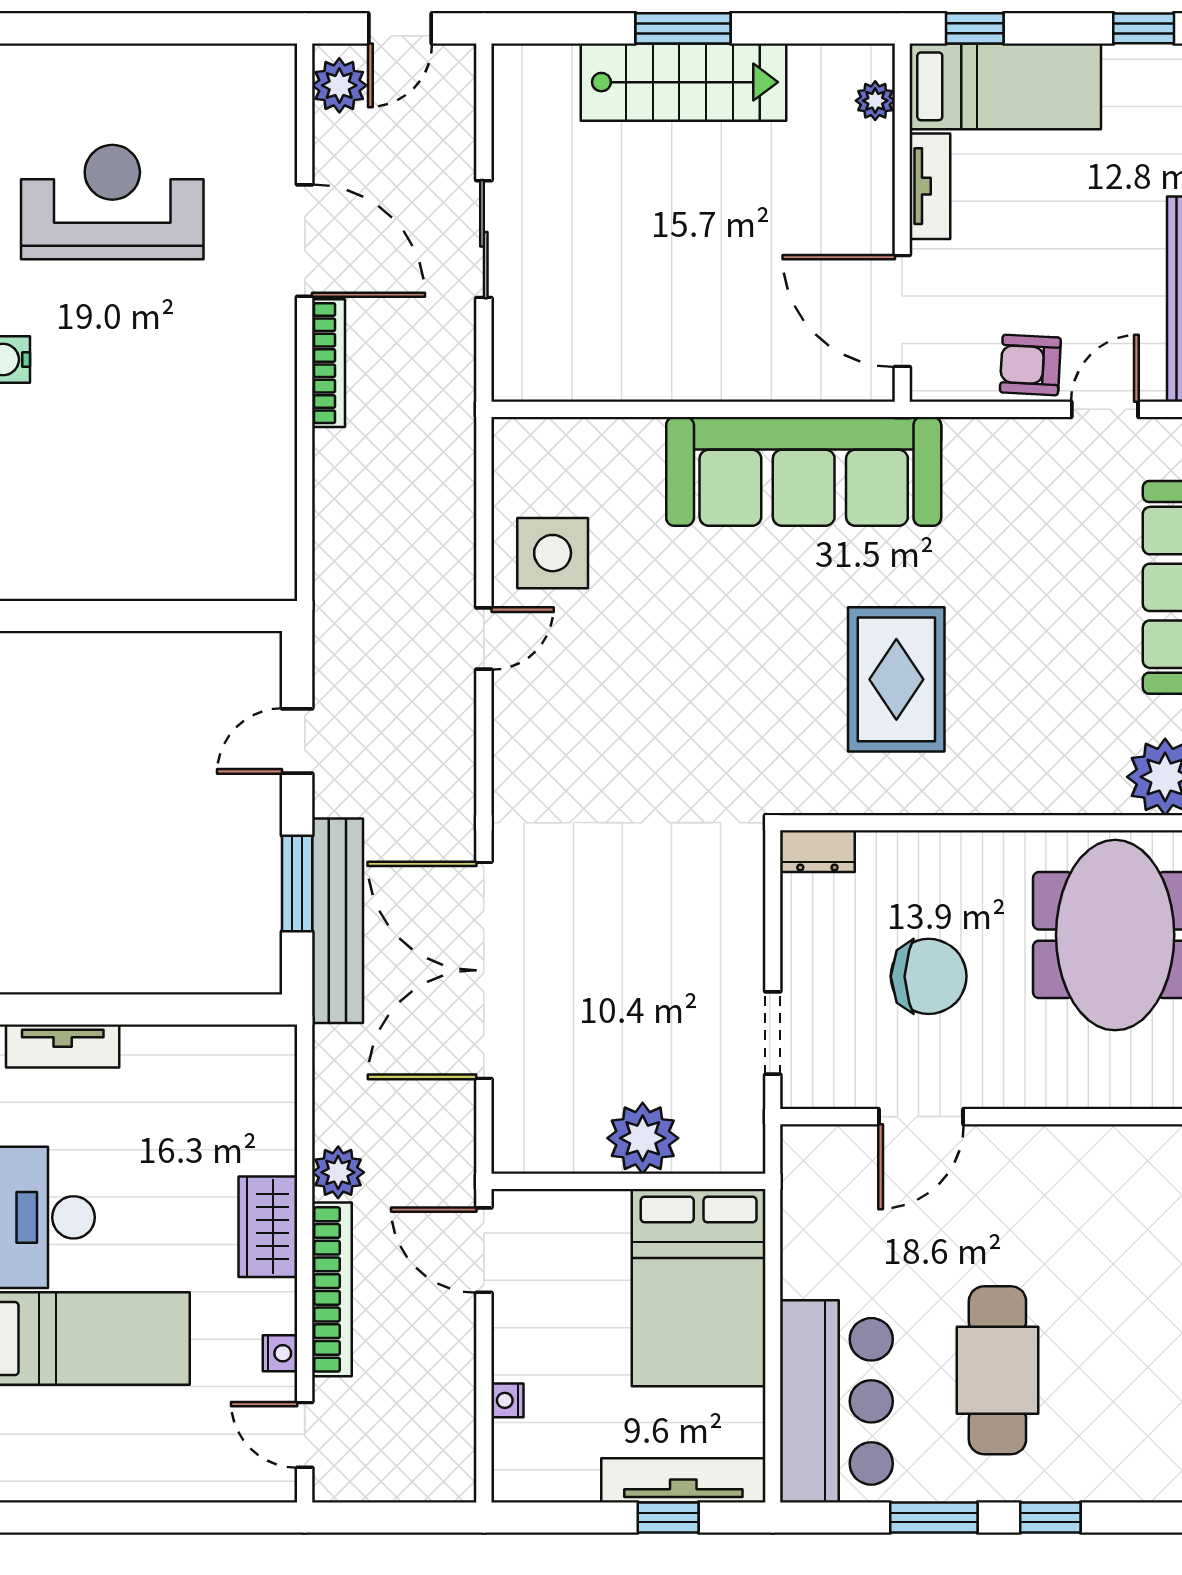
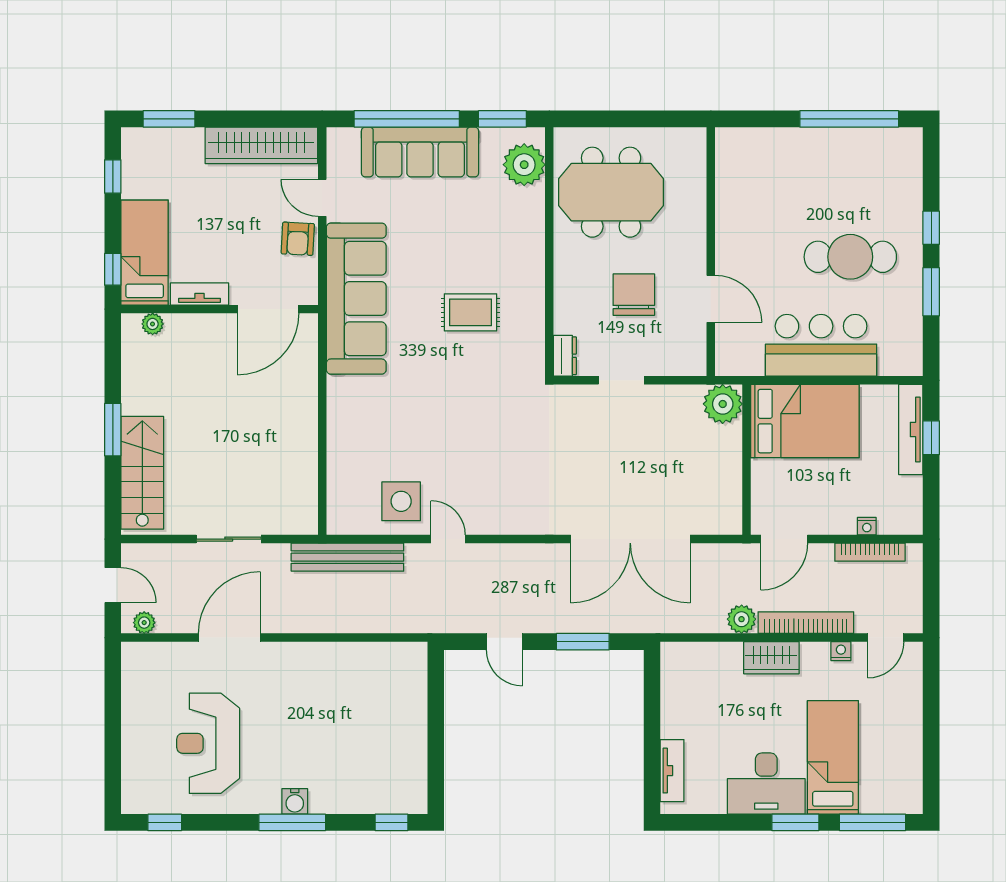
stairs: (684, 82) -> (142, 473), moved
plant: (339, 85) -> (144, 623), width x0.73, depth x0.73
bookcase: (328, 363) -> (870, 552), moved, turned 180
sofa: (804, 471) -> (356, 299), moved
rug: (896, 679) -> (471, 312), width x0.73, depth x0.70
bench: (338, 921) -> (347, 557), moved
doorway: (773, 1033) -> (621, 380), moved
plant: (643, 1138) -> (723, 404), moved
bar counter: (836, 1401) -> (821, 345), moved

